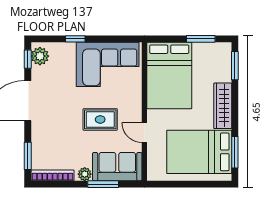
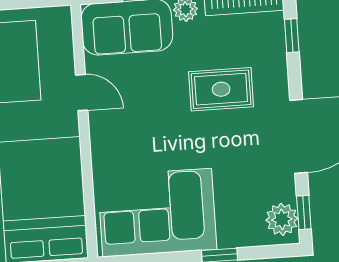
rug: (100, 119) -> (221, 89), moved
window: (28, 156) -> (292, 36), width x0.67

